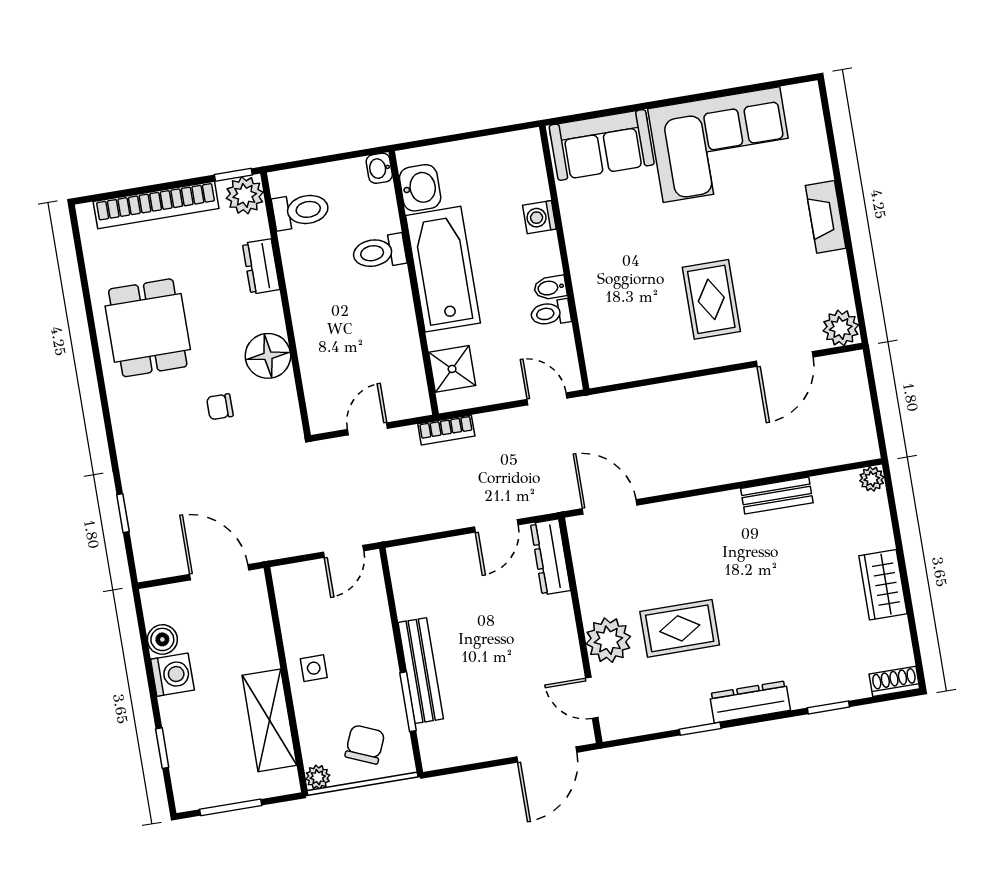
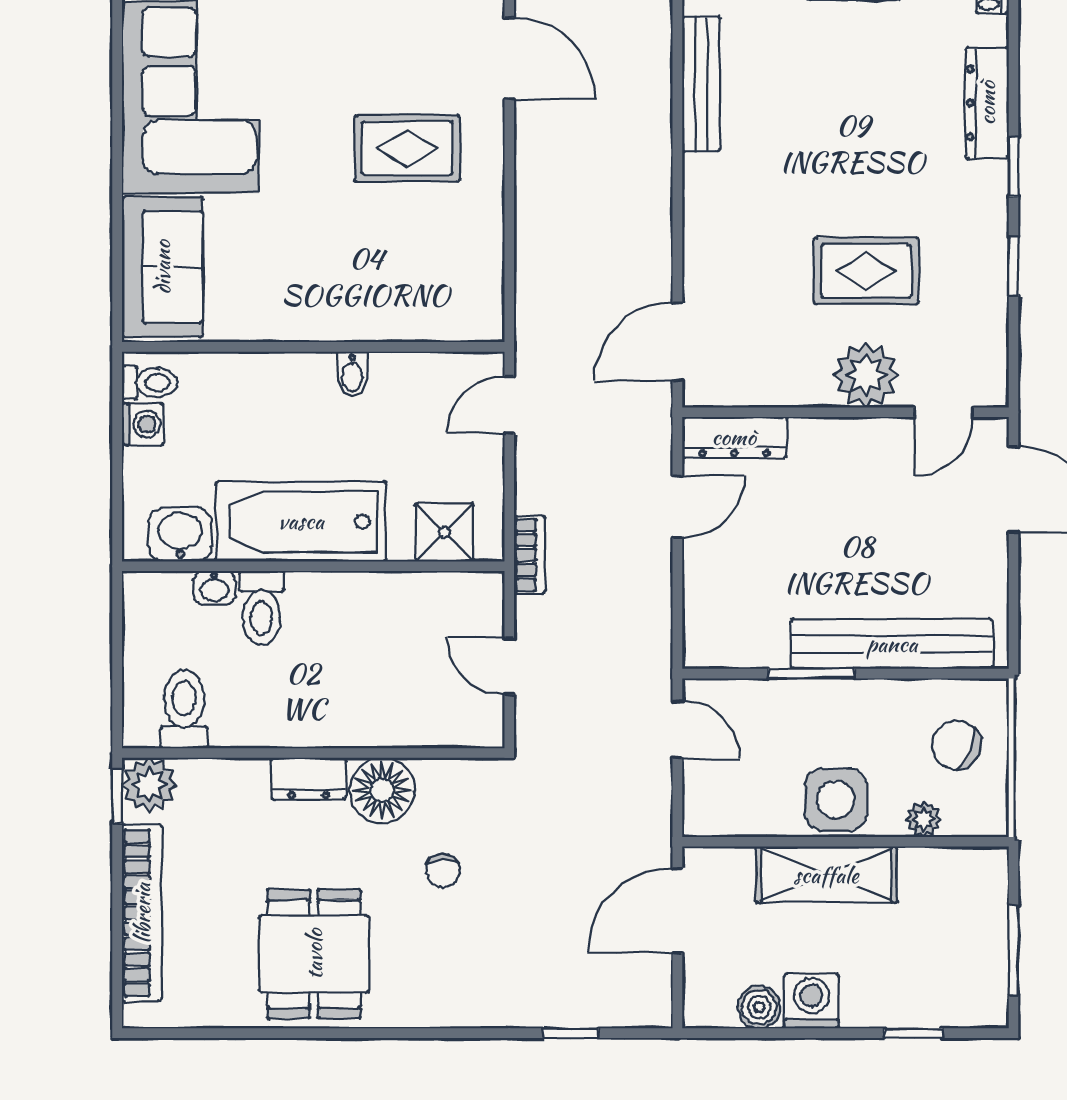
washbasin: (379, 168) -> (214, 588), moved
washing machine: (539, 217) -> (143, 424), moved, turned -90
dresser: (261, 266) -> (309, 779), moved
toilet: (551, 313) -> (150, 383), moved, turned -90
dining table: (148, 328) -> (314, 954), turned 90
bench: (777, 496) -> (701, 84), width x1.36
door: (496, 526) -> (677, 507), hinge flipped
rug: (680, 628) -> (866, 271), turned 90
side table: (314, 668) -> (836, 799), width x1.87, depth x1.87
bench: (421, 671) -> (892, 644), width x1.37, depth x1.21
window: (408, 702) -> (811, 674), moved
dresser: (750, 702) -> (987, 103), moved
window: (828, 707) -> (1013, 167), moved
shelving: (269, 720) -> (826, 875), moved
plant: (318, 777) -> (924, 819), moved

